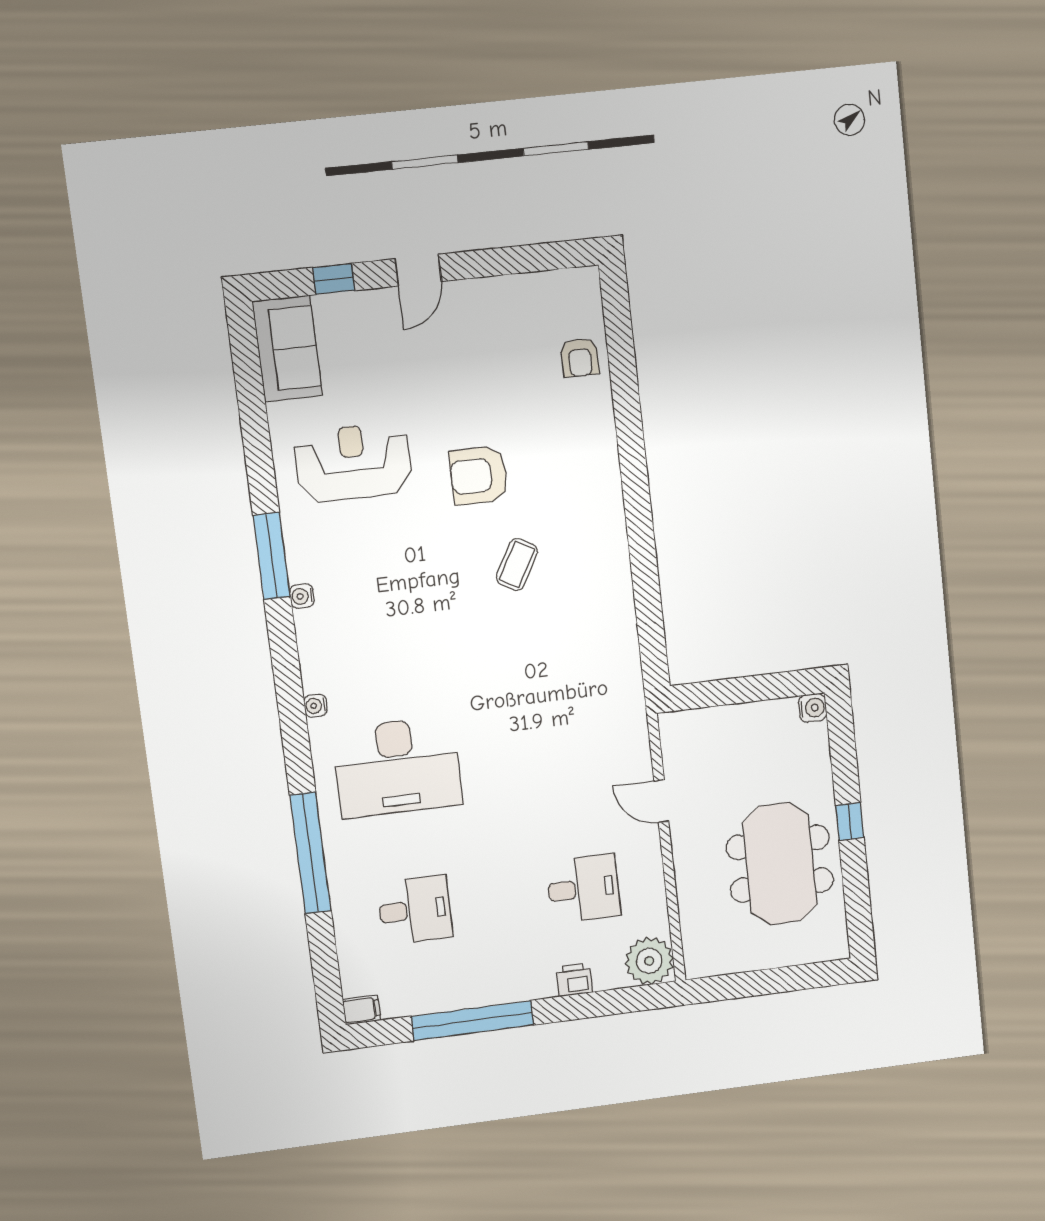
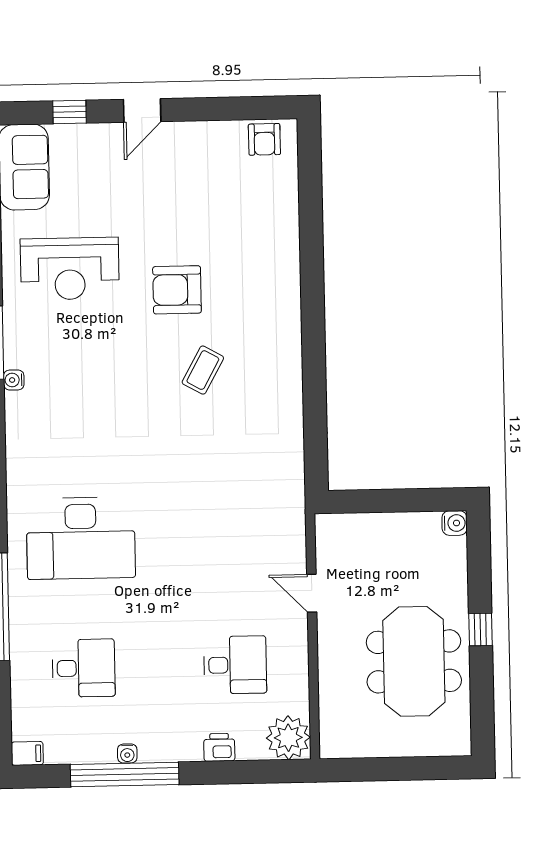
armchair: (580, 357) -> (264, 139), moved
reception desk: (353, 462) -> (70, 269), turned 180
water cooler: (315, 706) -> (127, 754), moved, turned -90

